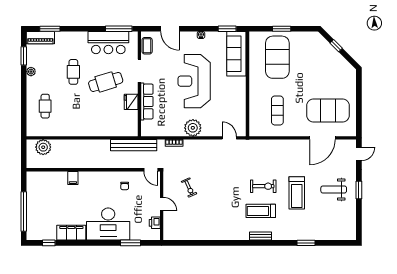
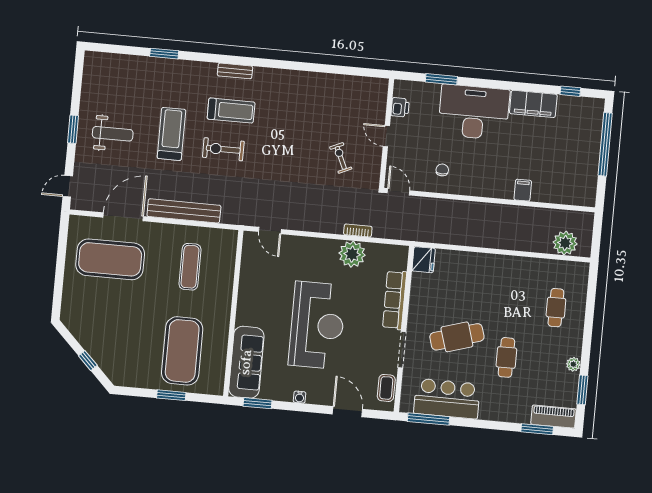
fridge: (131, 102) -> (424, 260), moved
plant: (193, 128) -> (352, 254), moved
bench: (134, 145) -> (184, 211), moved

